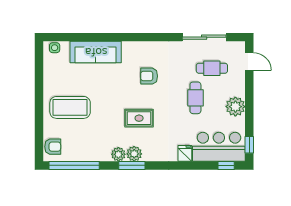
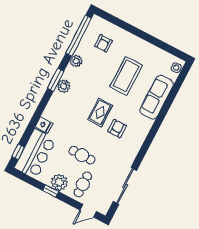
cafe table: (212, 68) -> (83, 184), moved
coffee table: (70, 107) -> (126, 76), moved
rug: (139, 118) -> (100, 112), moved
window: (249, 145) -> (51, 191), moved
armchair: (53, 147) -> (104, 43), moved
plant: (118, 154) -> (76, 61), moved

